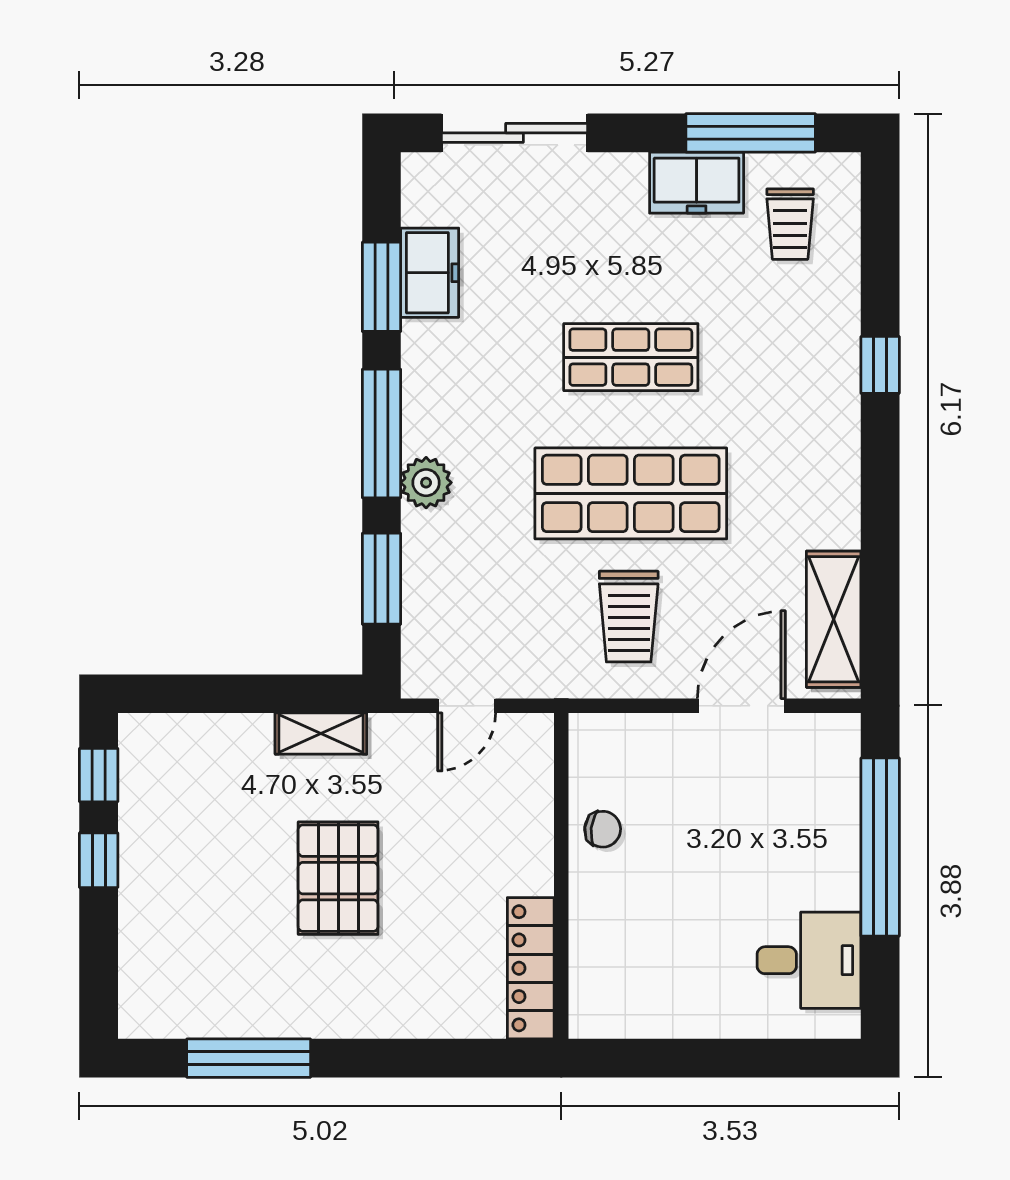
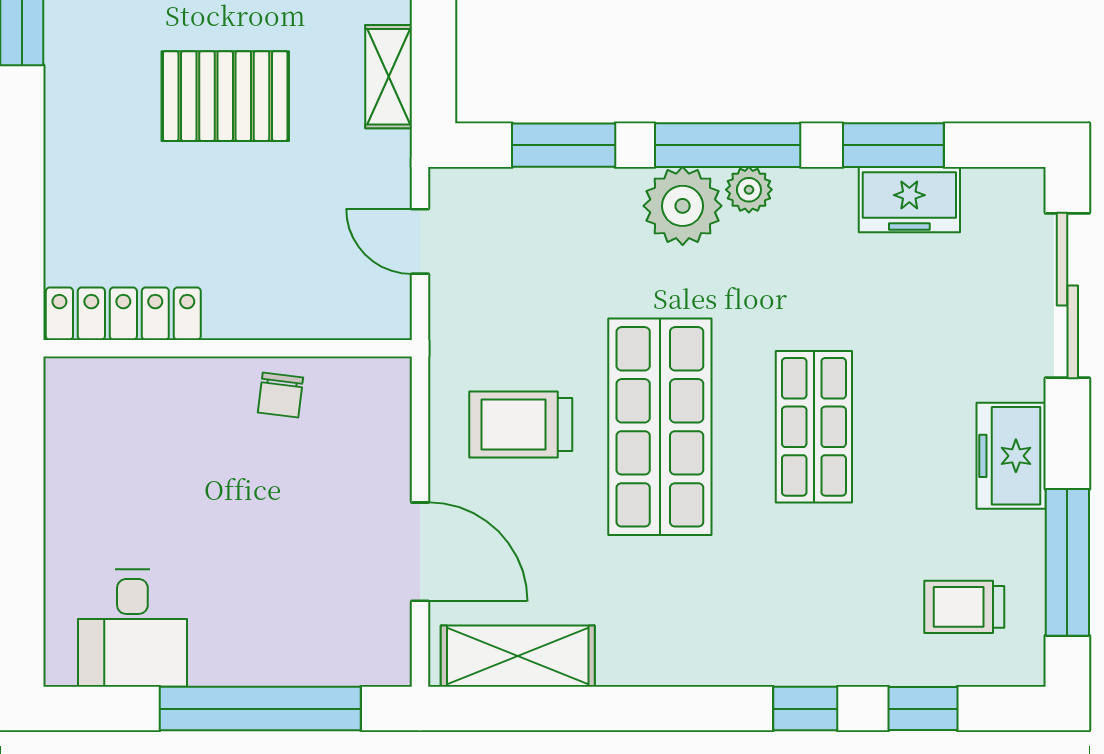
freezer: (697, 183) -> (1011, 456), moved
window: (880, 261) -> (923, 709), added
plant: (421, 415) -> (749, 190), added
plant: (426, 483) -> (683, 206), width x1.36, depth x1.36

